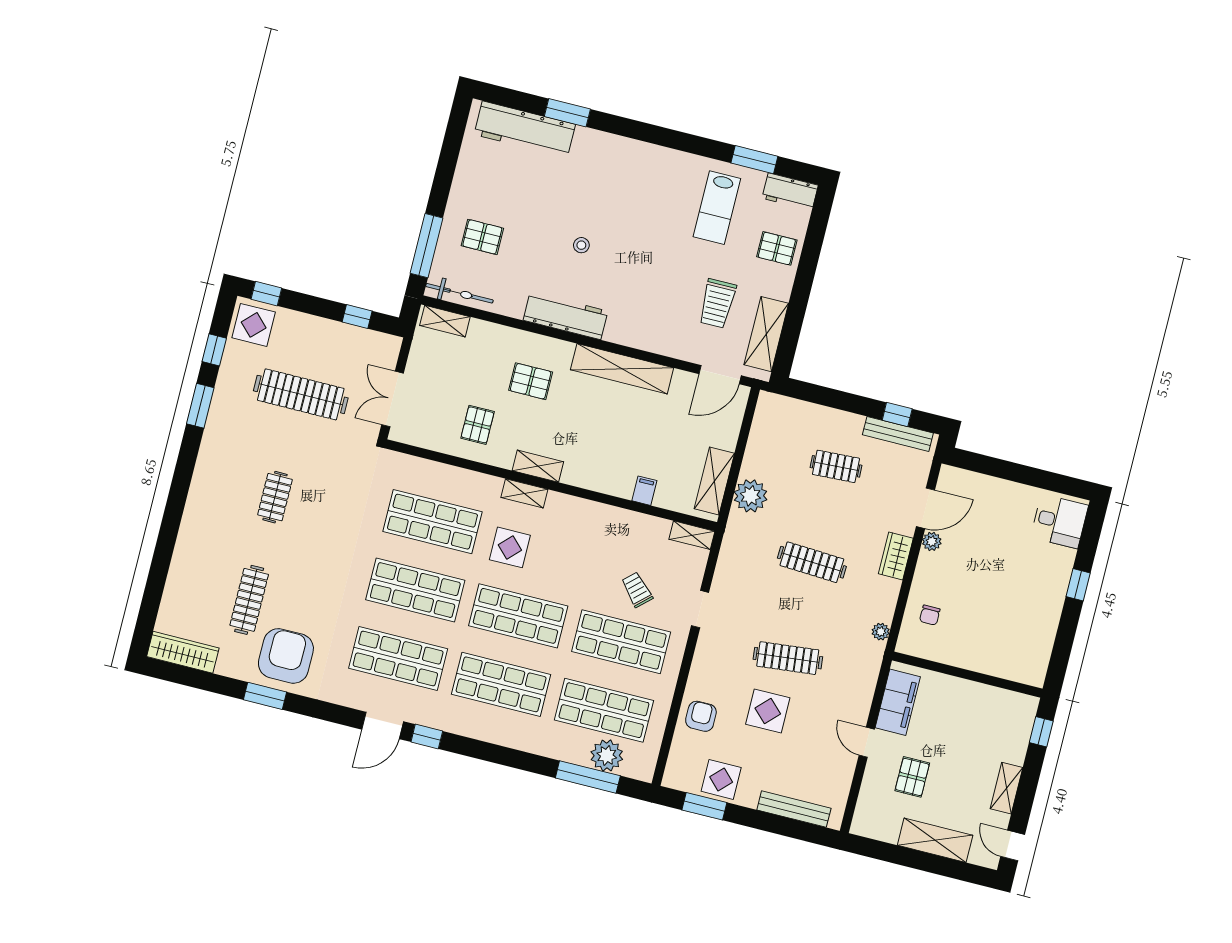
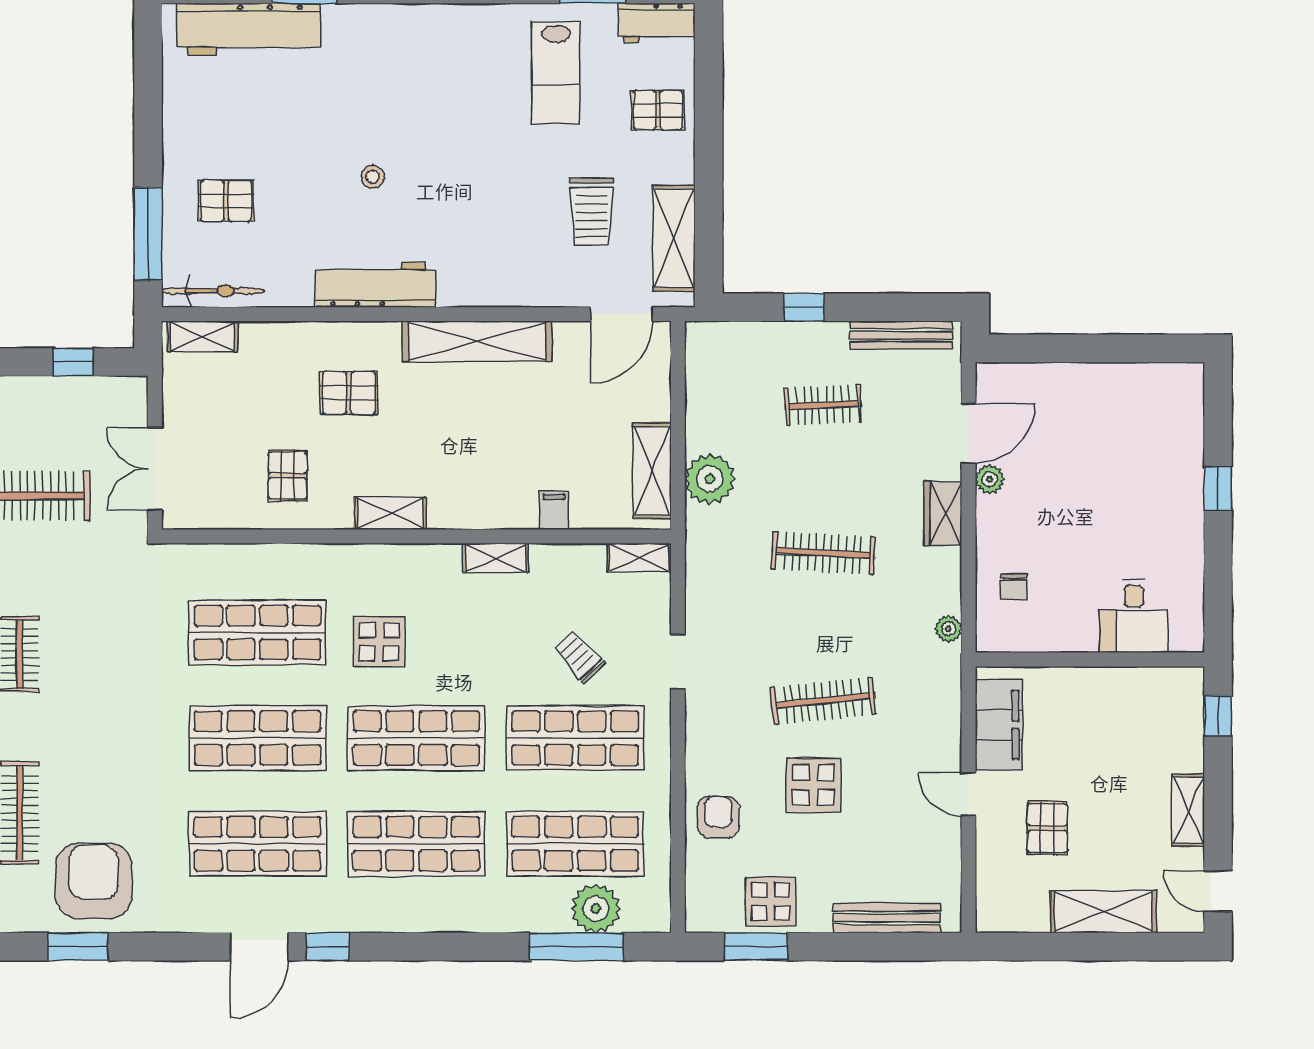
window: (897, 414) -> (804, 307), moved
shelving: (524, 493) -> (496, 558), moved
desk: (1059, 521) -> (1134, 616), moved, turned 90

